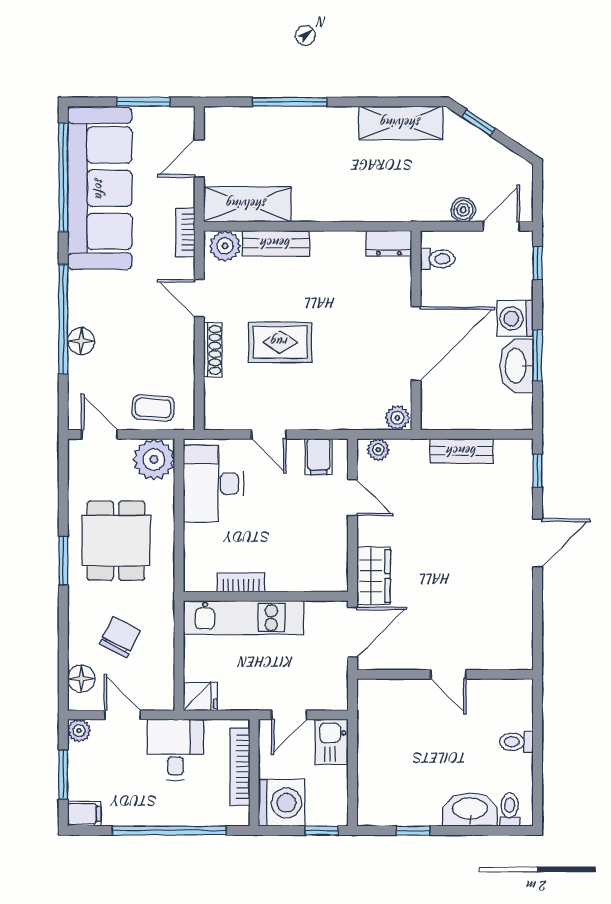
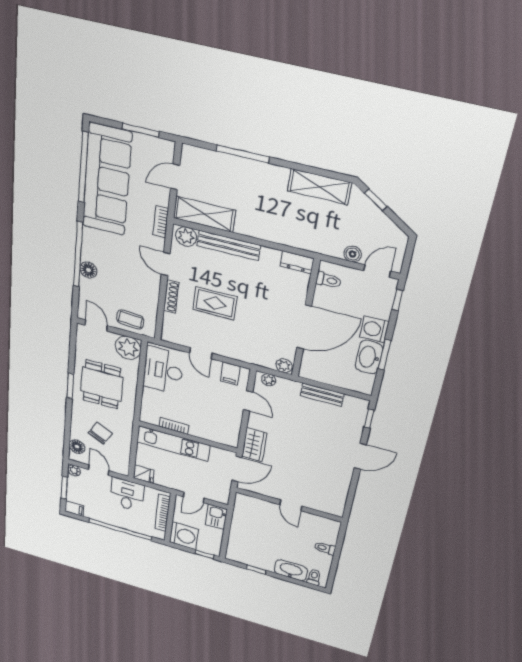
bench: (276, 243) -> (229, 245), width x1.36

